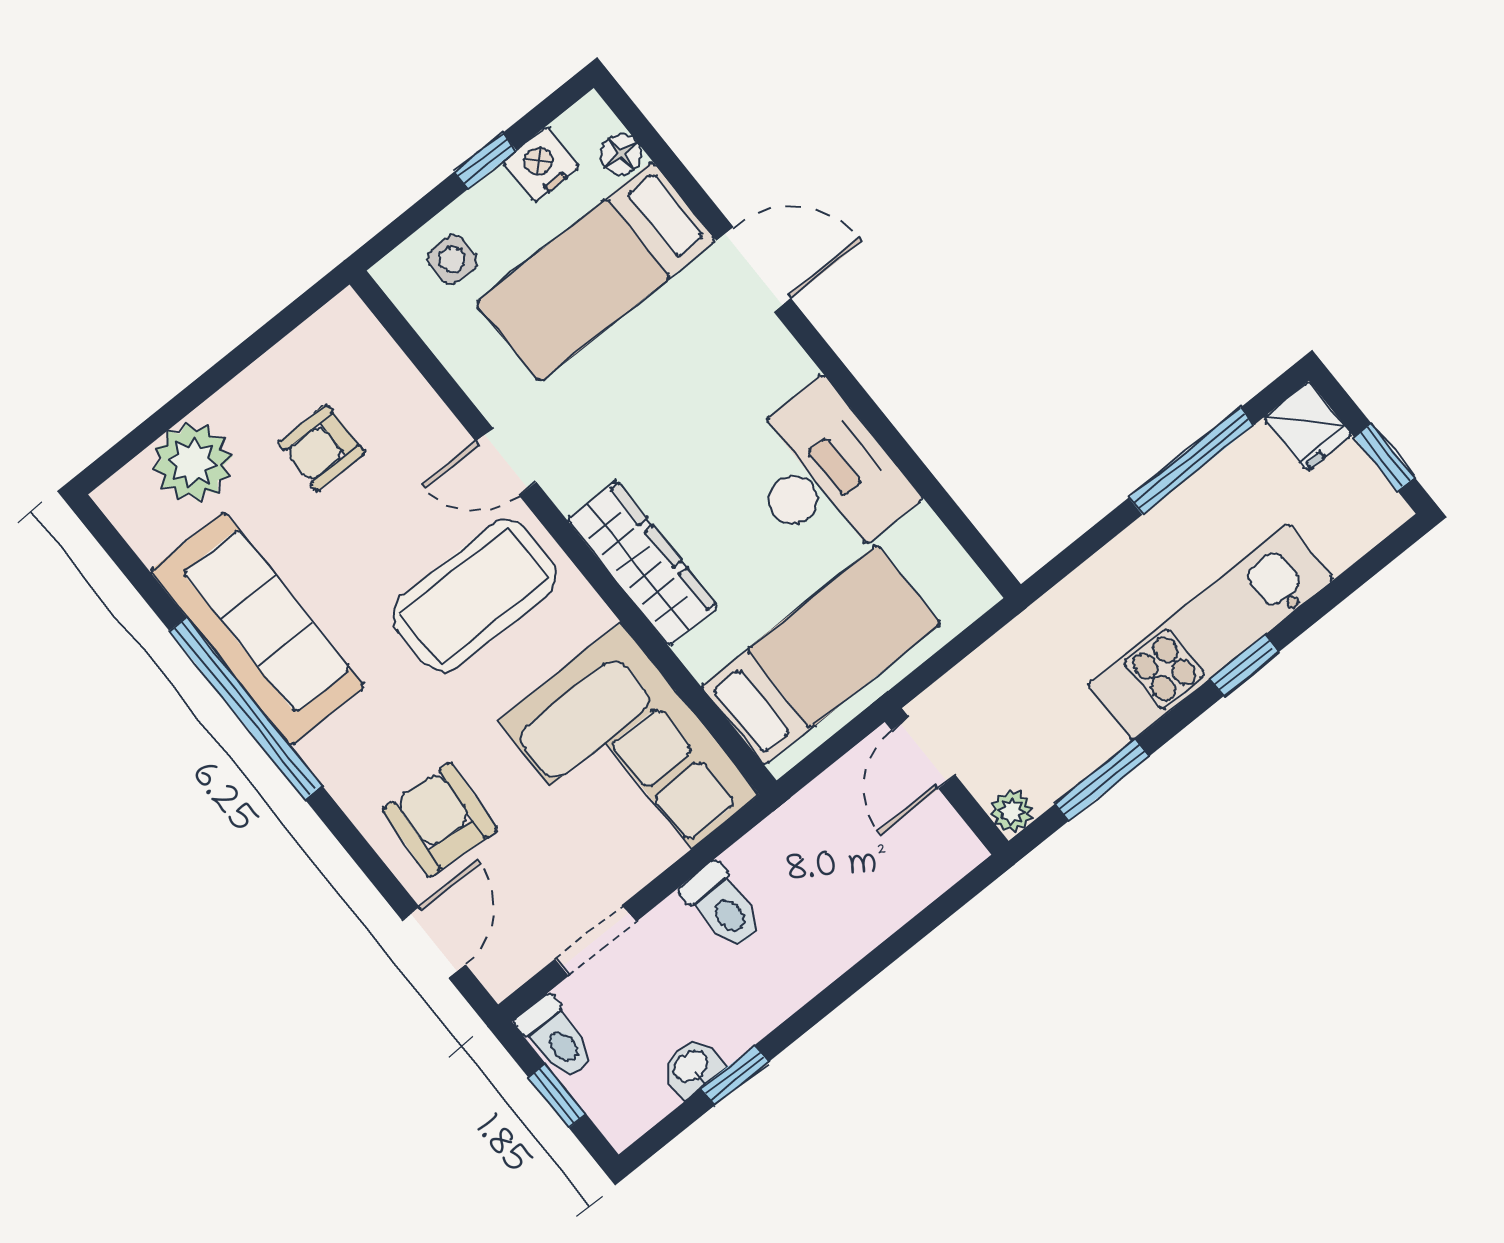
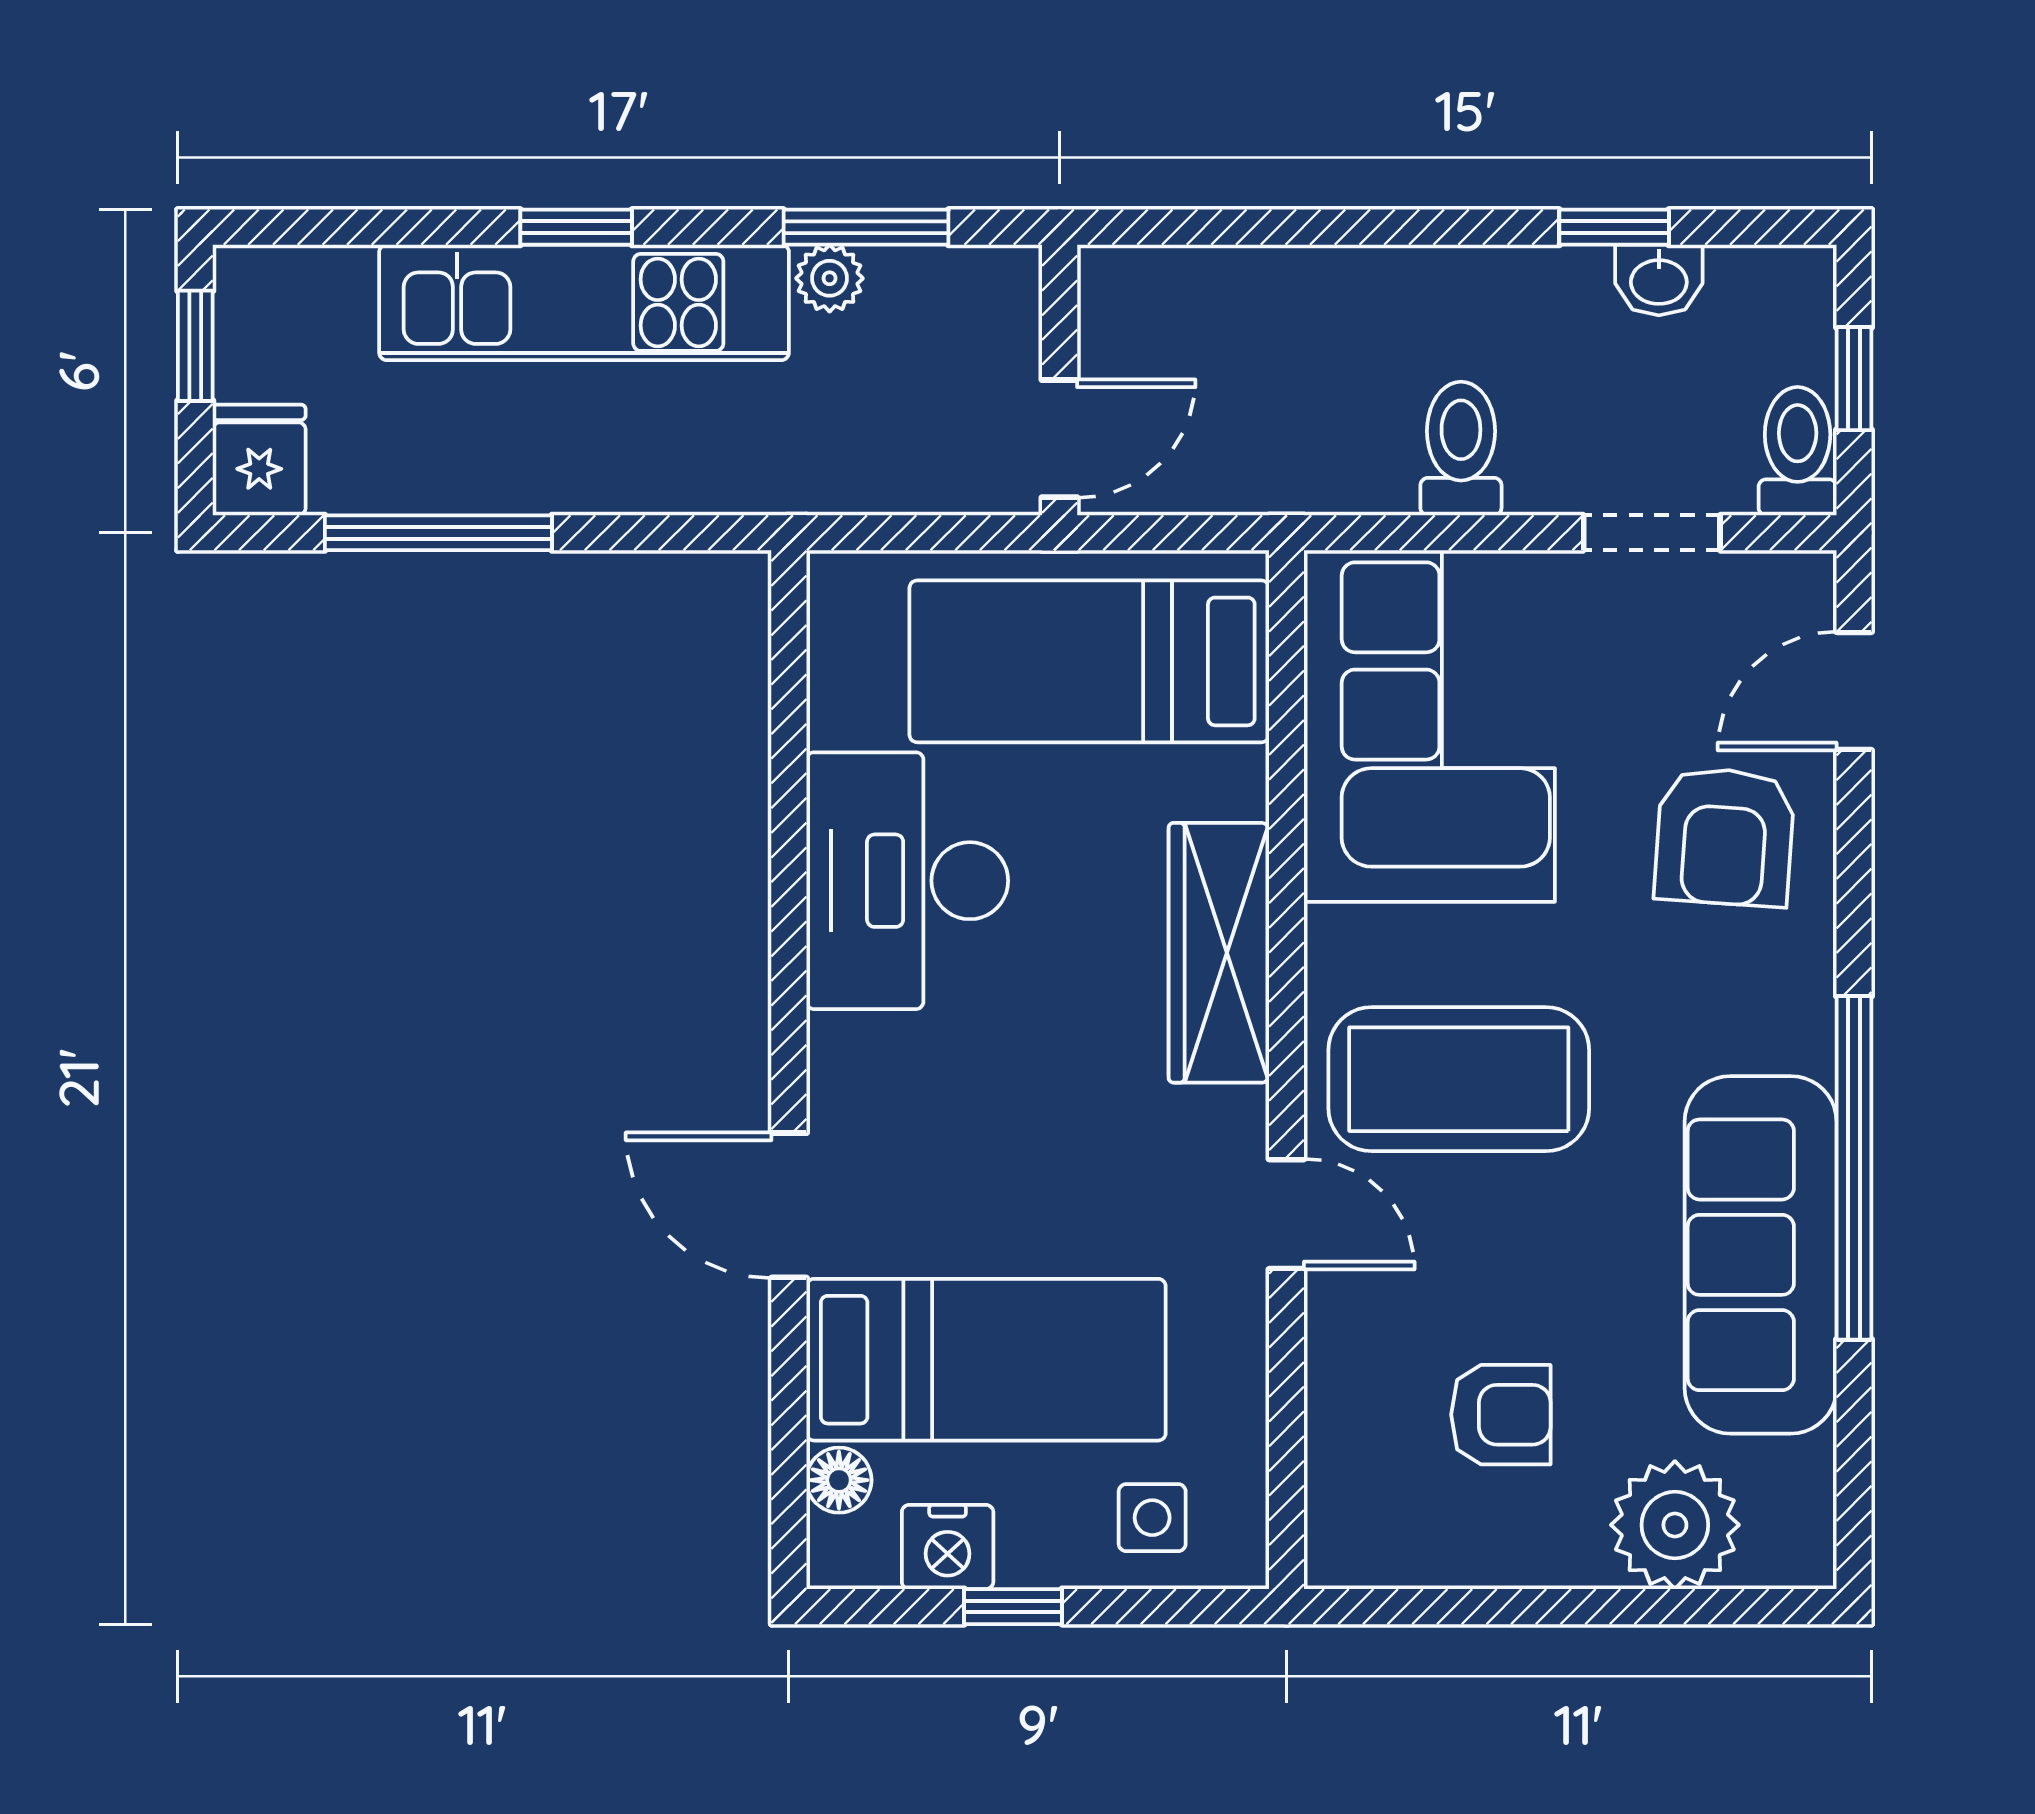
plant: (1012, 811) -> (830, 278), moved

